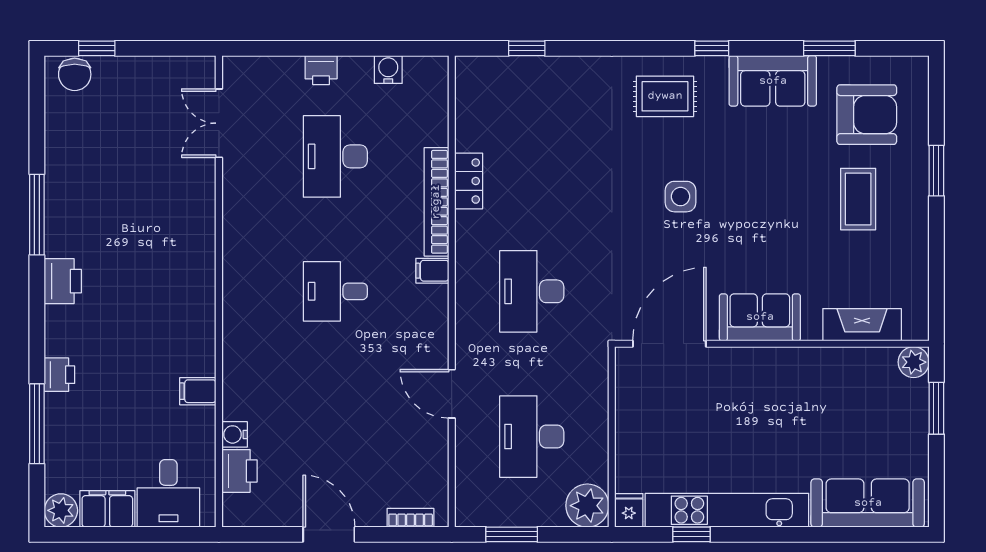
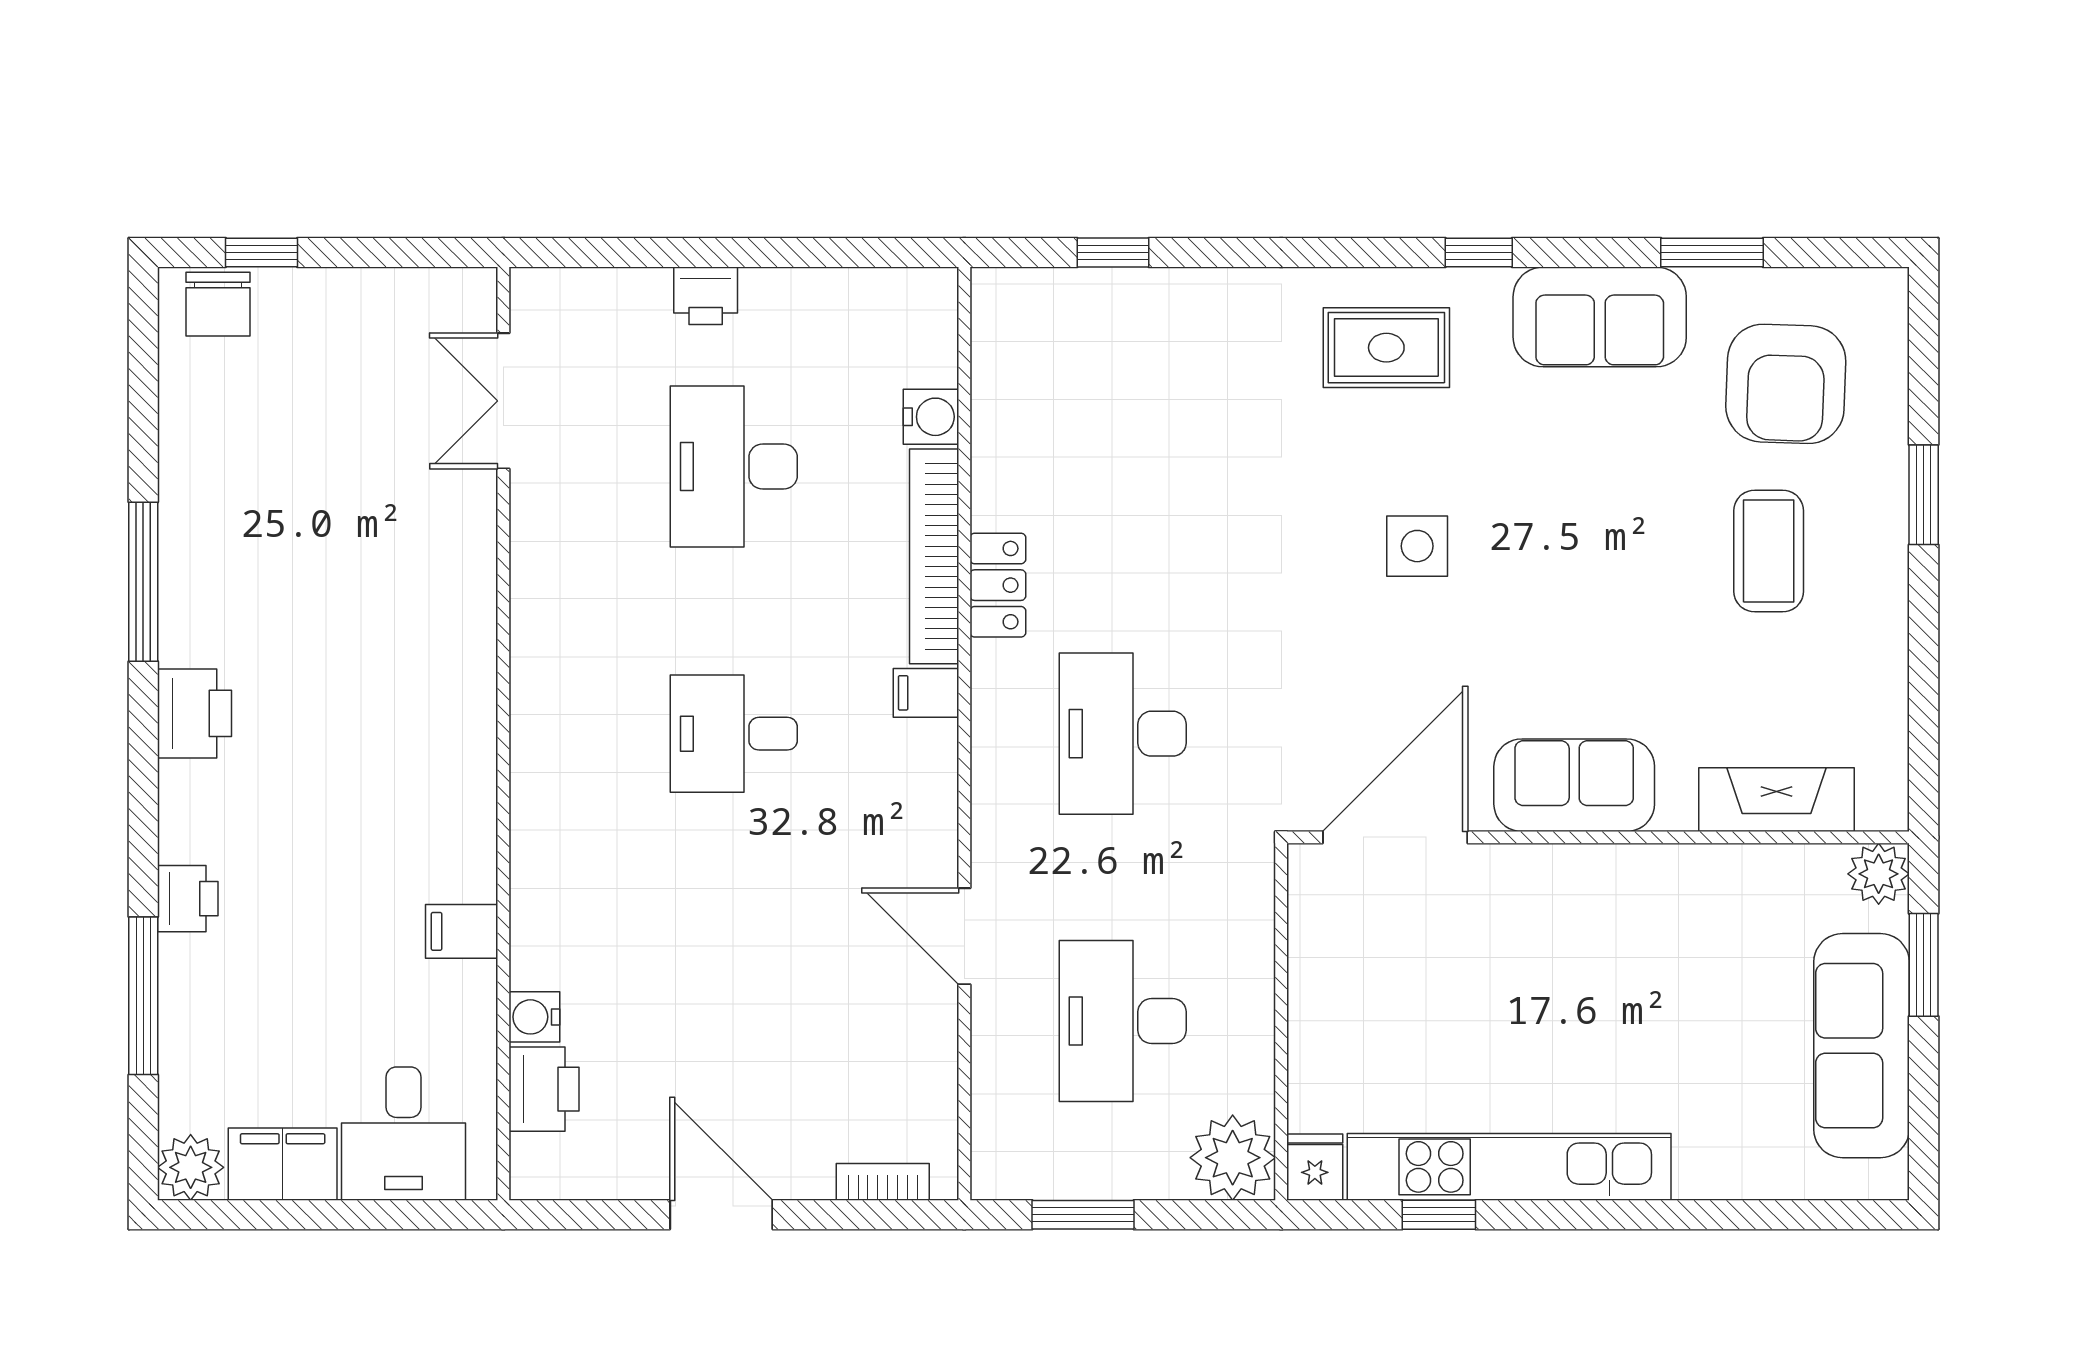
water cooler: (388, 69) -> (931, 417), moved, turned 90
armchair: (867, 115) -> (1786, 384), turned 92
locker: (469, 181) -> (998, 585), moved
sofa: (868, 503) -> (1862, 1046), moved, turned -90

